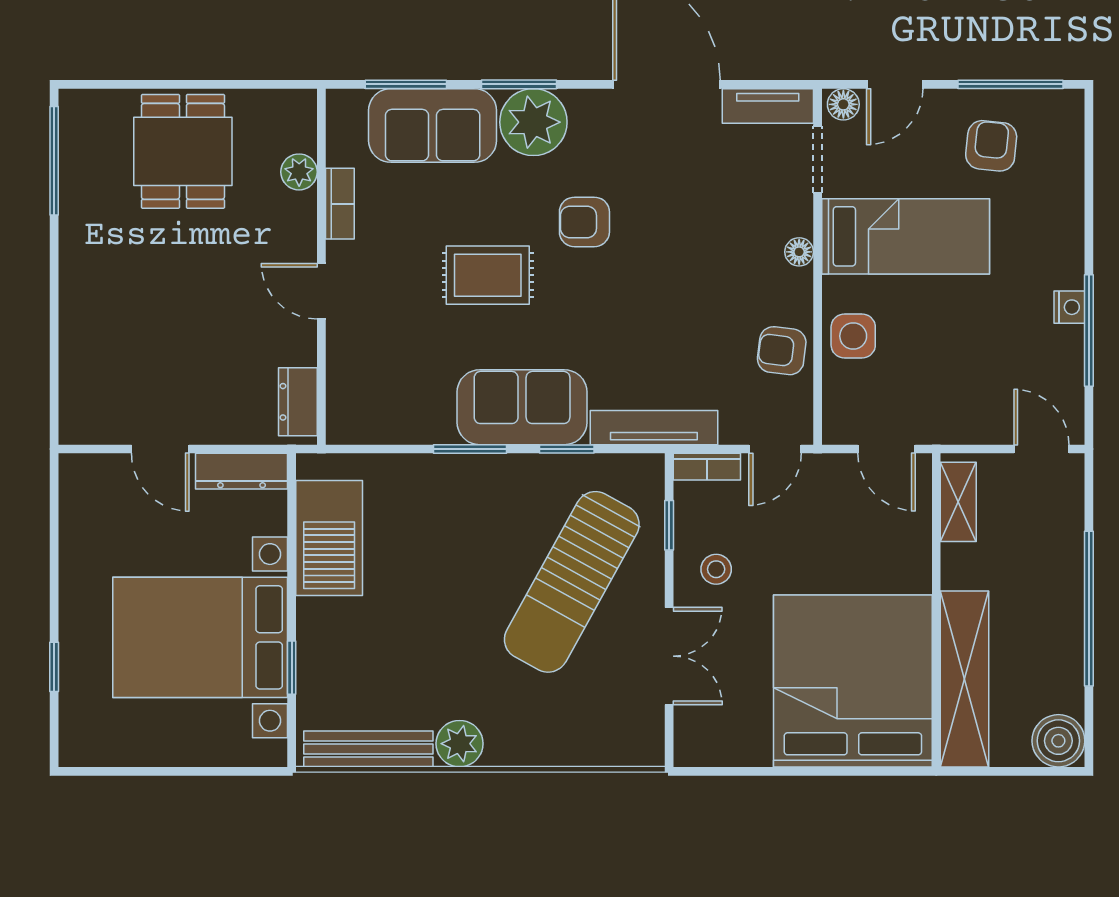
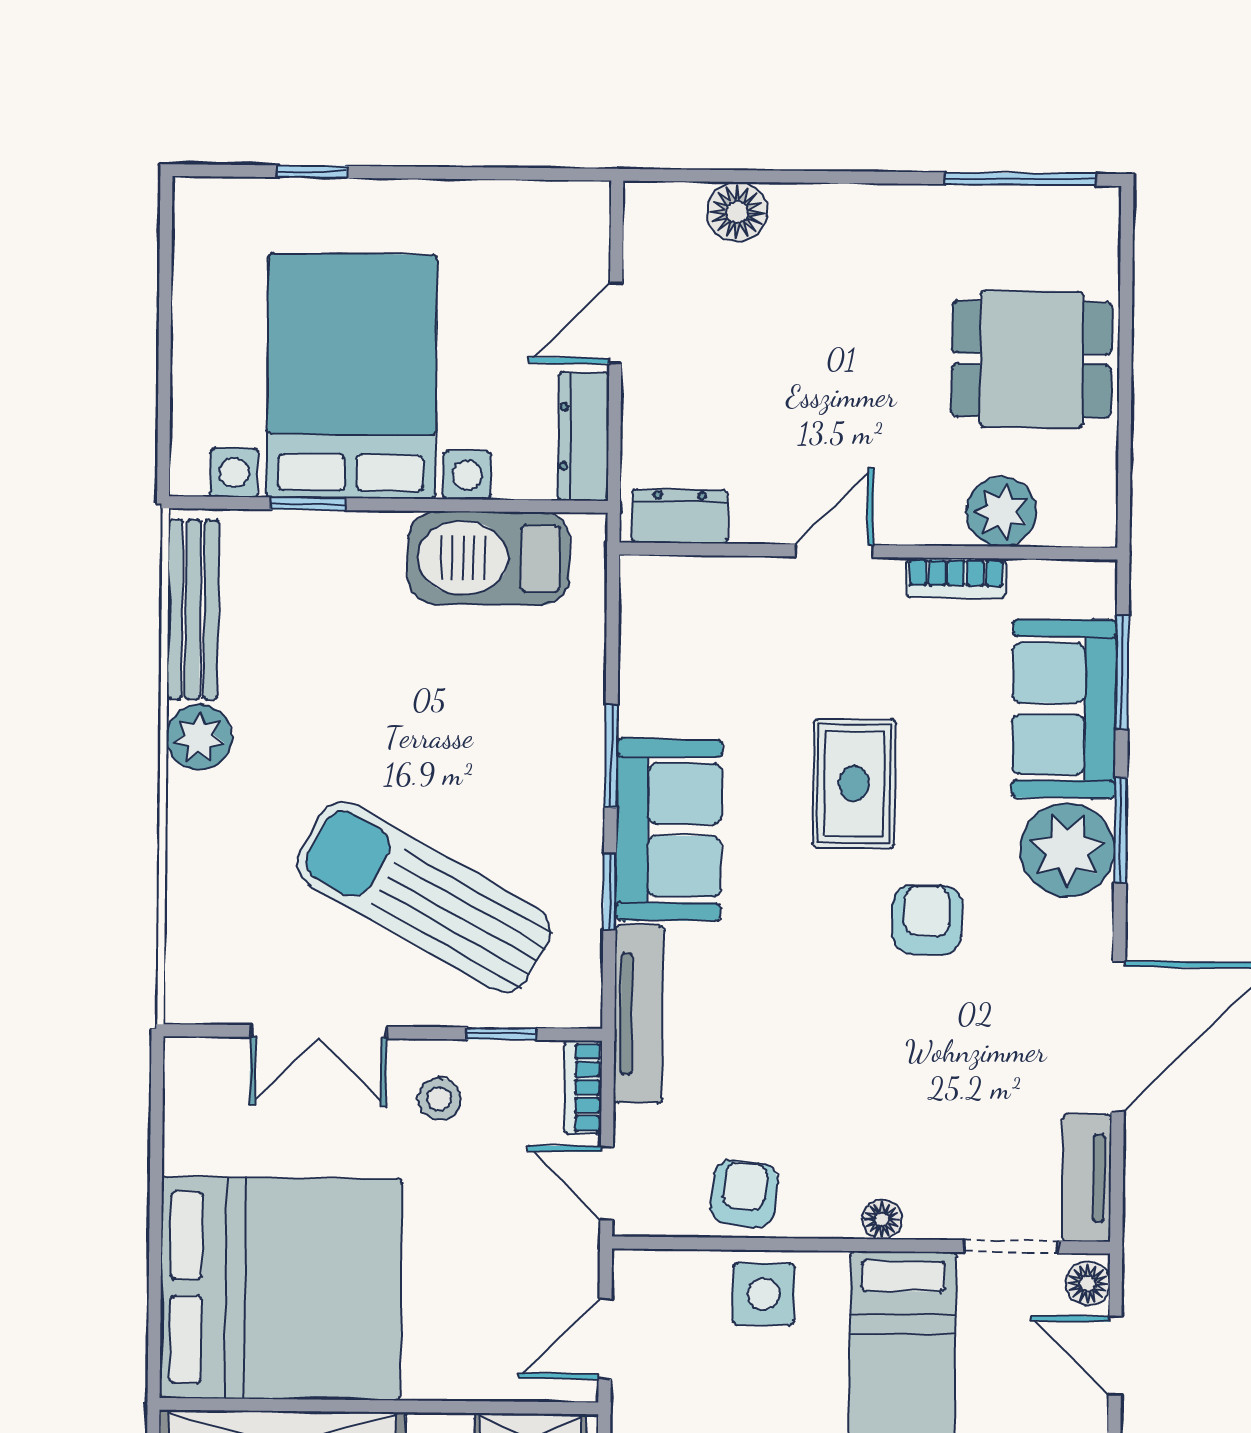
plant: (299, 172) -> (1001, 512), width x1.38, depth x1.38
floor lamp: (80, 363) -> (737, 212), added

